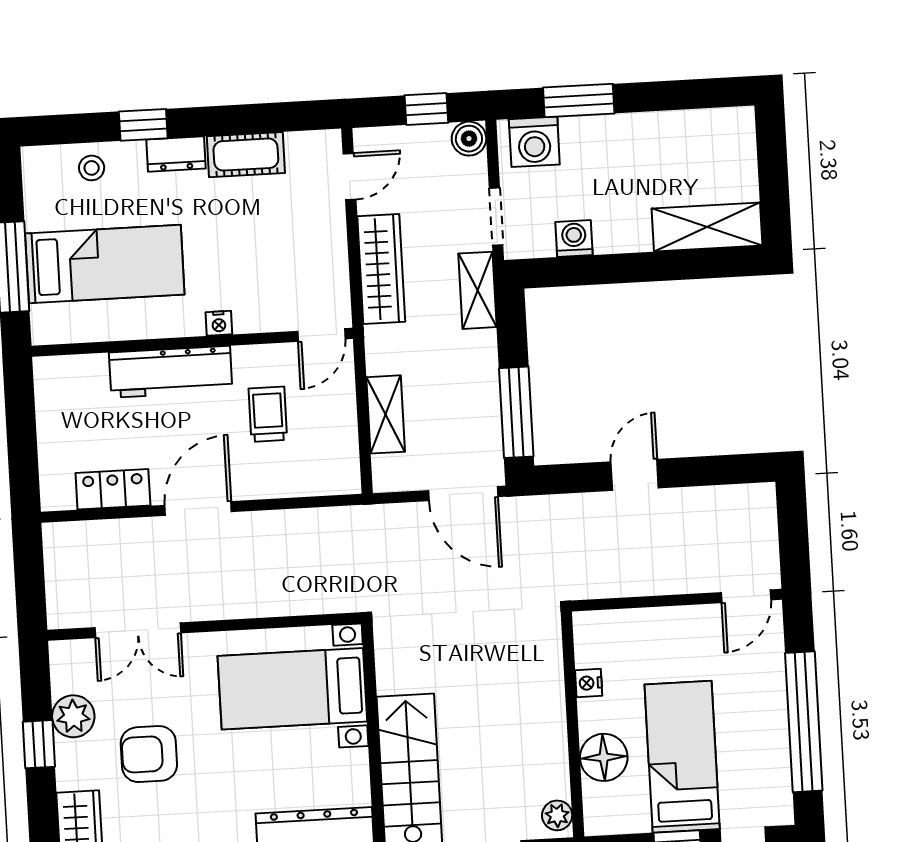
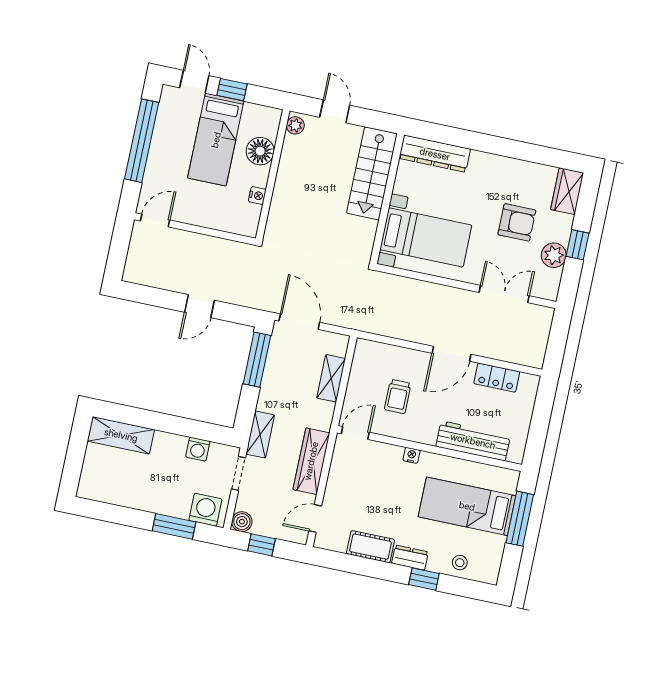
workbench: (171, 372) -> (473, 441), moved

